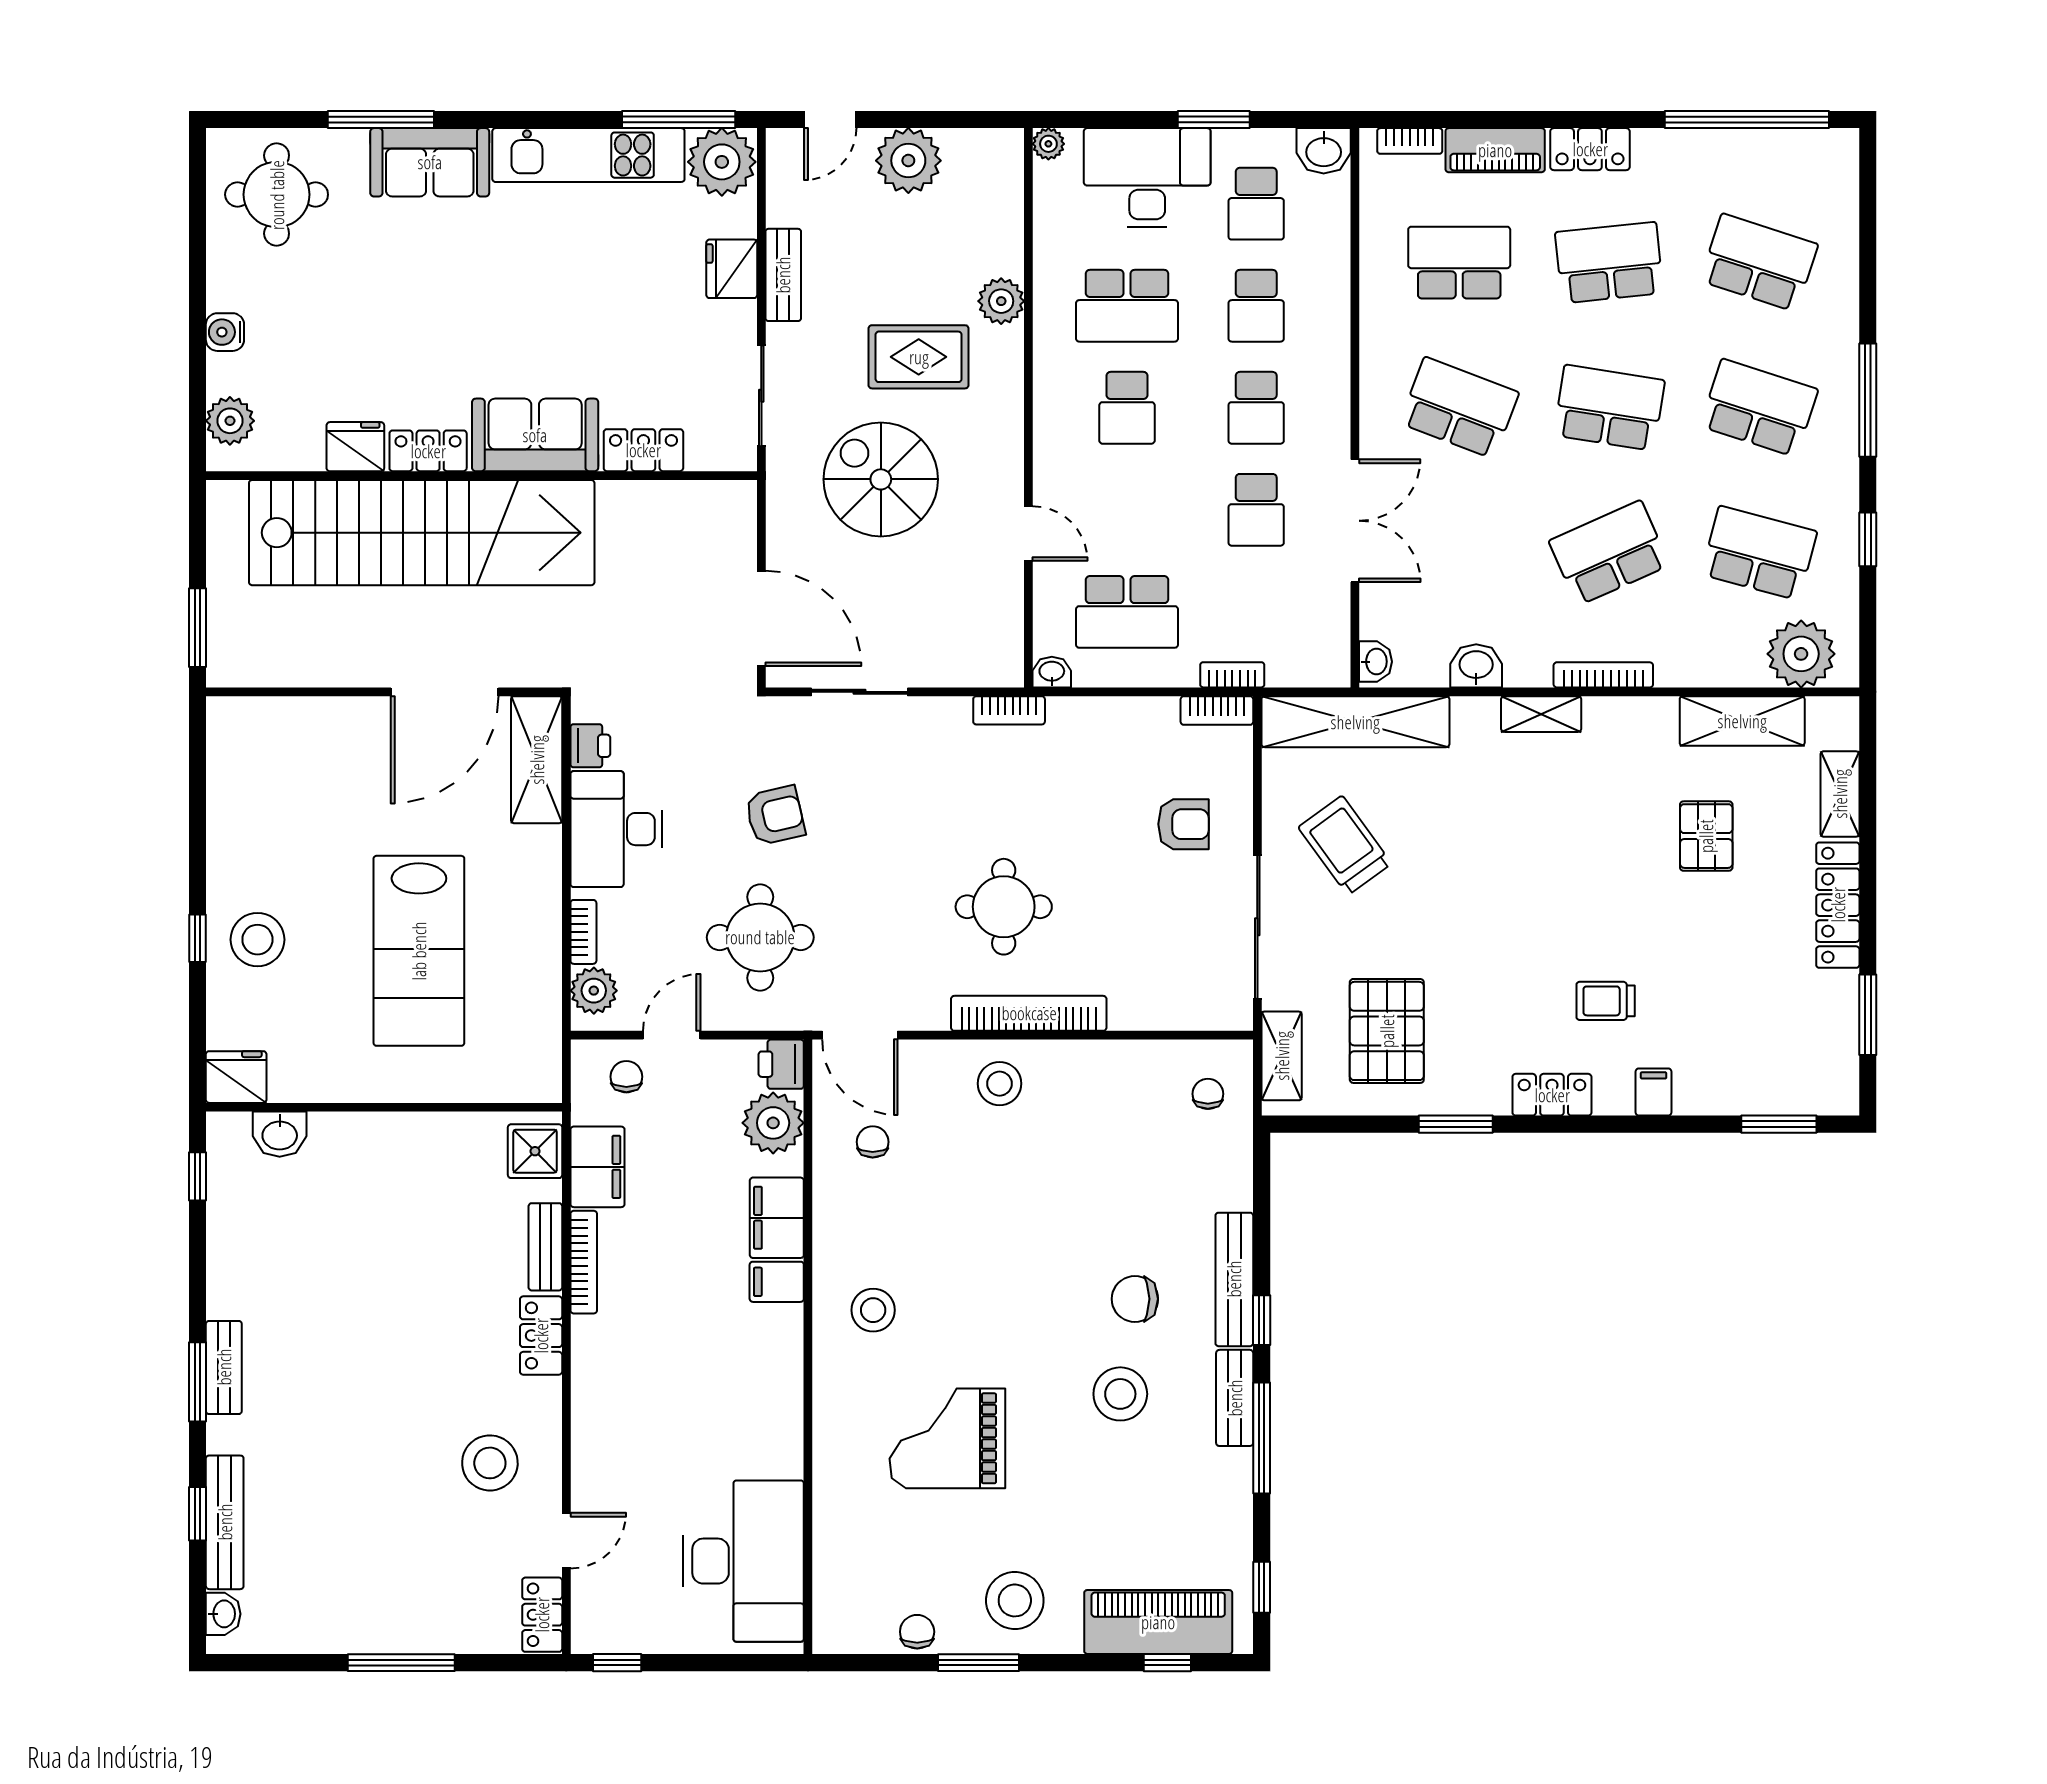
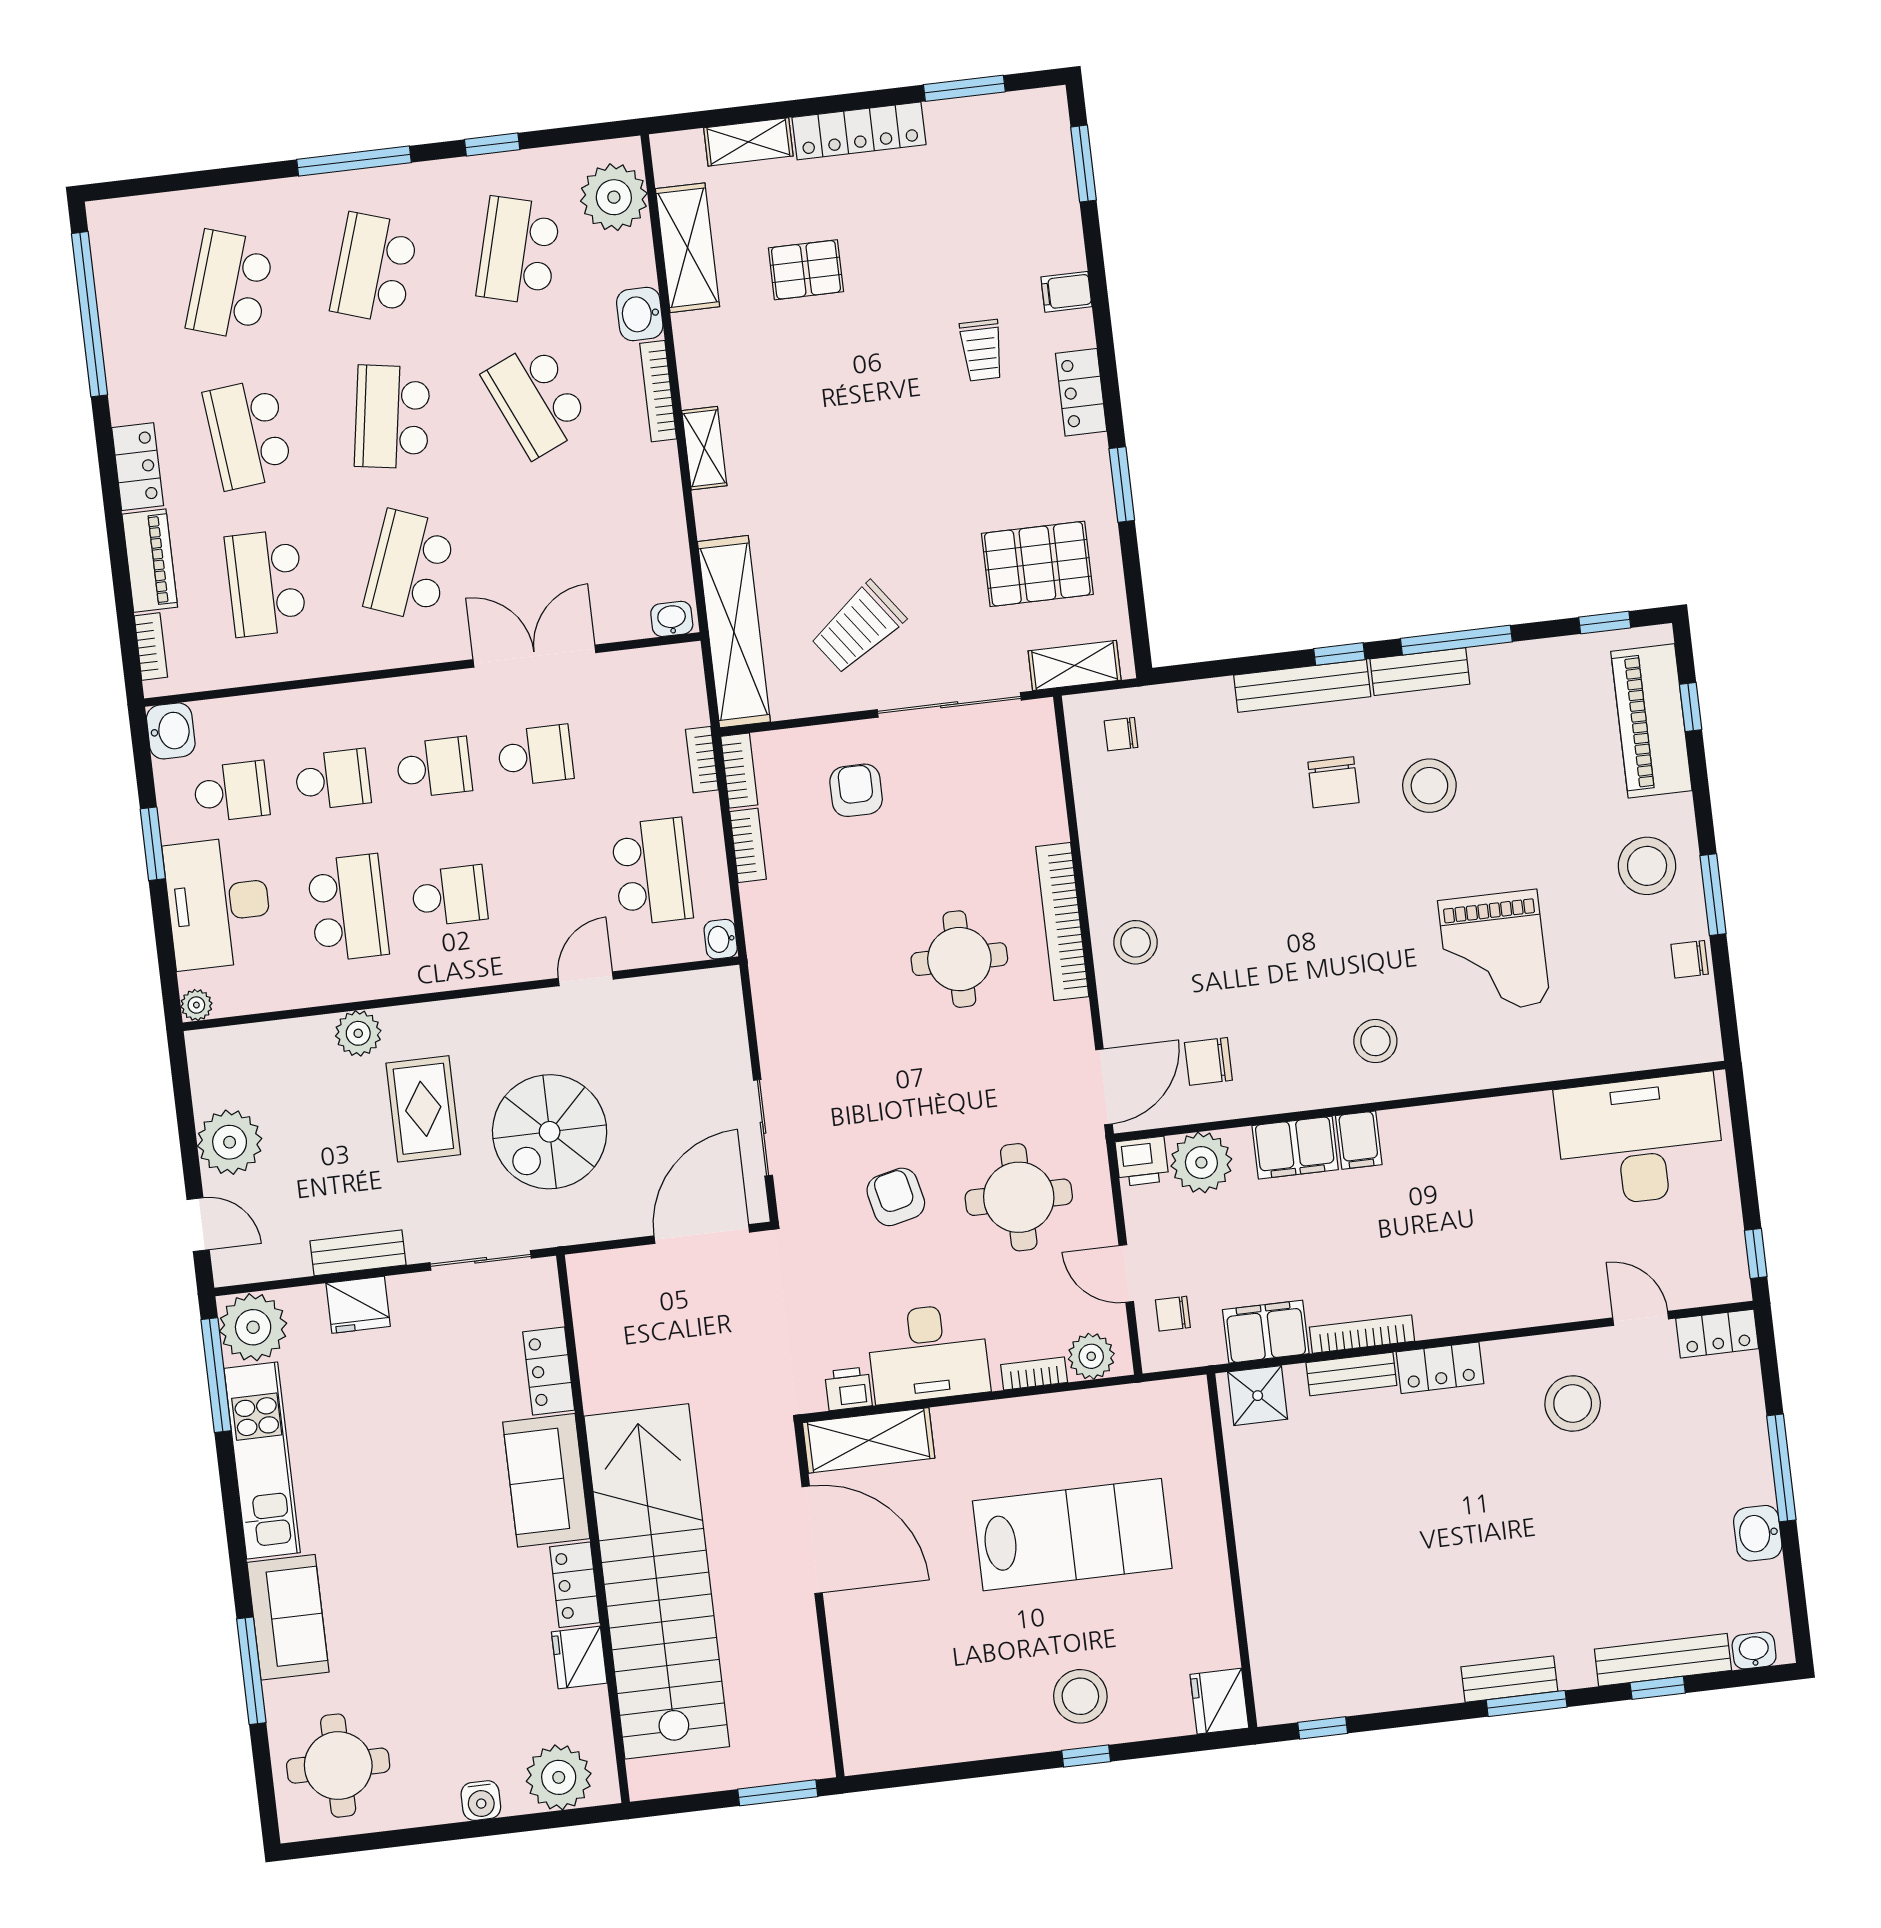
plant: (230, 421) -> (559, 1777), width x1.36, depth x1.36
washbasin: (1476, 666) -> (640, 314), moved
bookcase: (1009, 710) -> (748, 845), moved
washbasin: (280, 1134) -> (1758, 1533), moved, turned 180
chair: (873, 1142) -> (1208, 1061), width x1.37, depth x1.37

